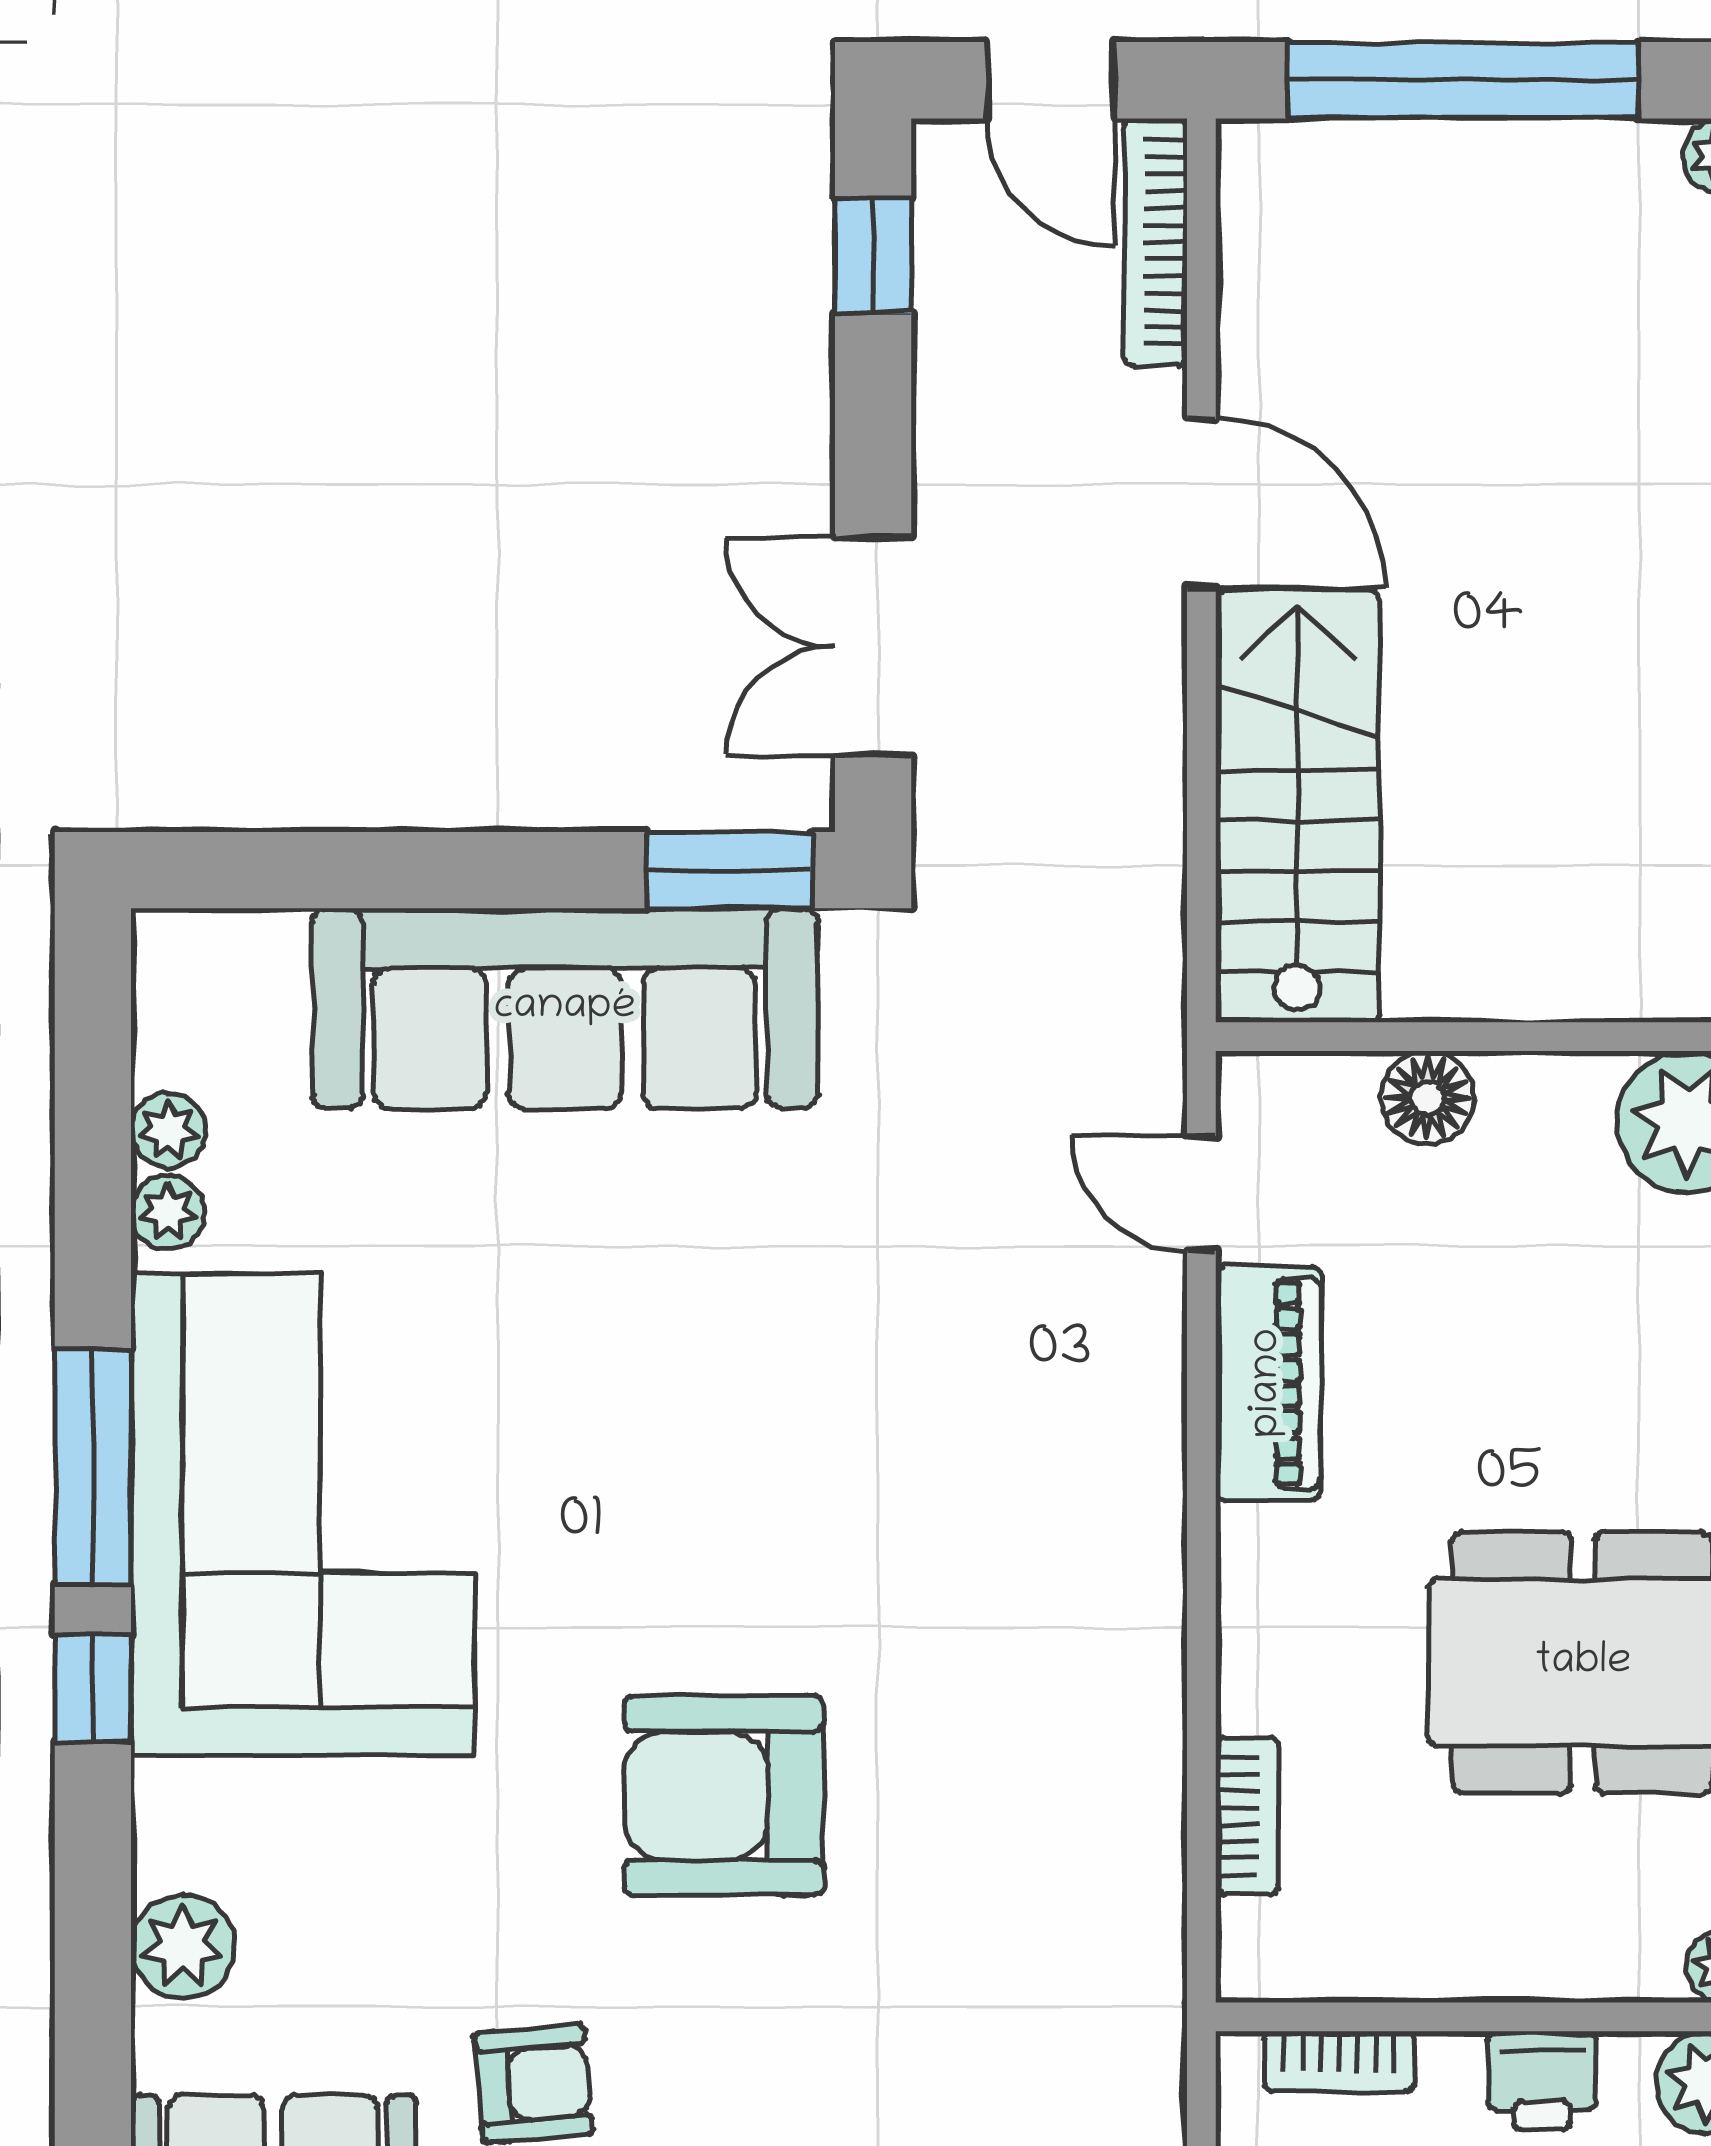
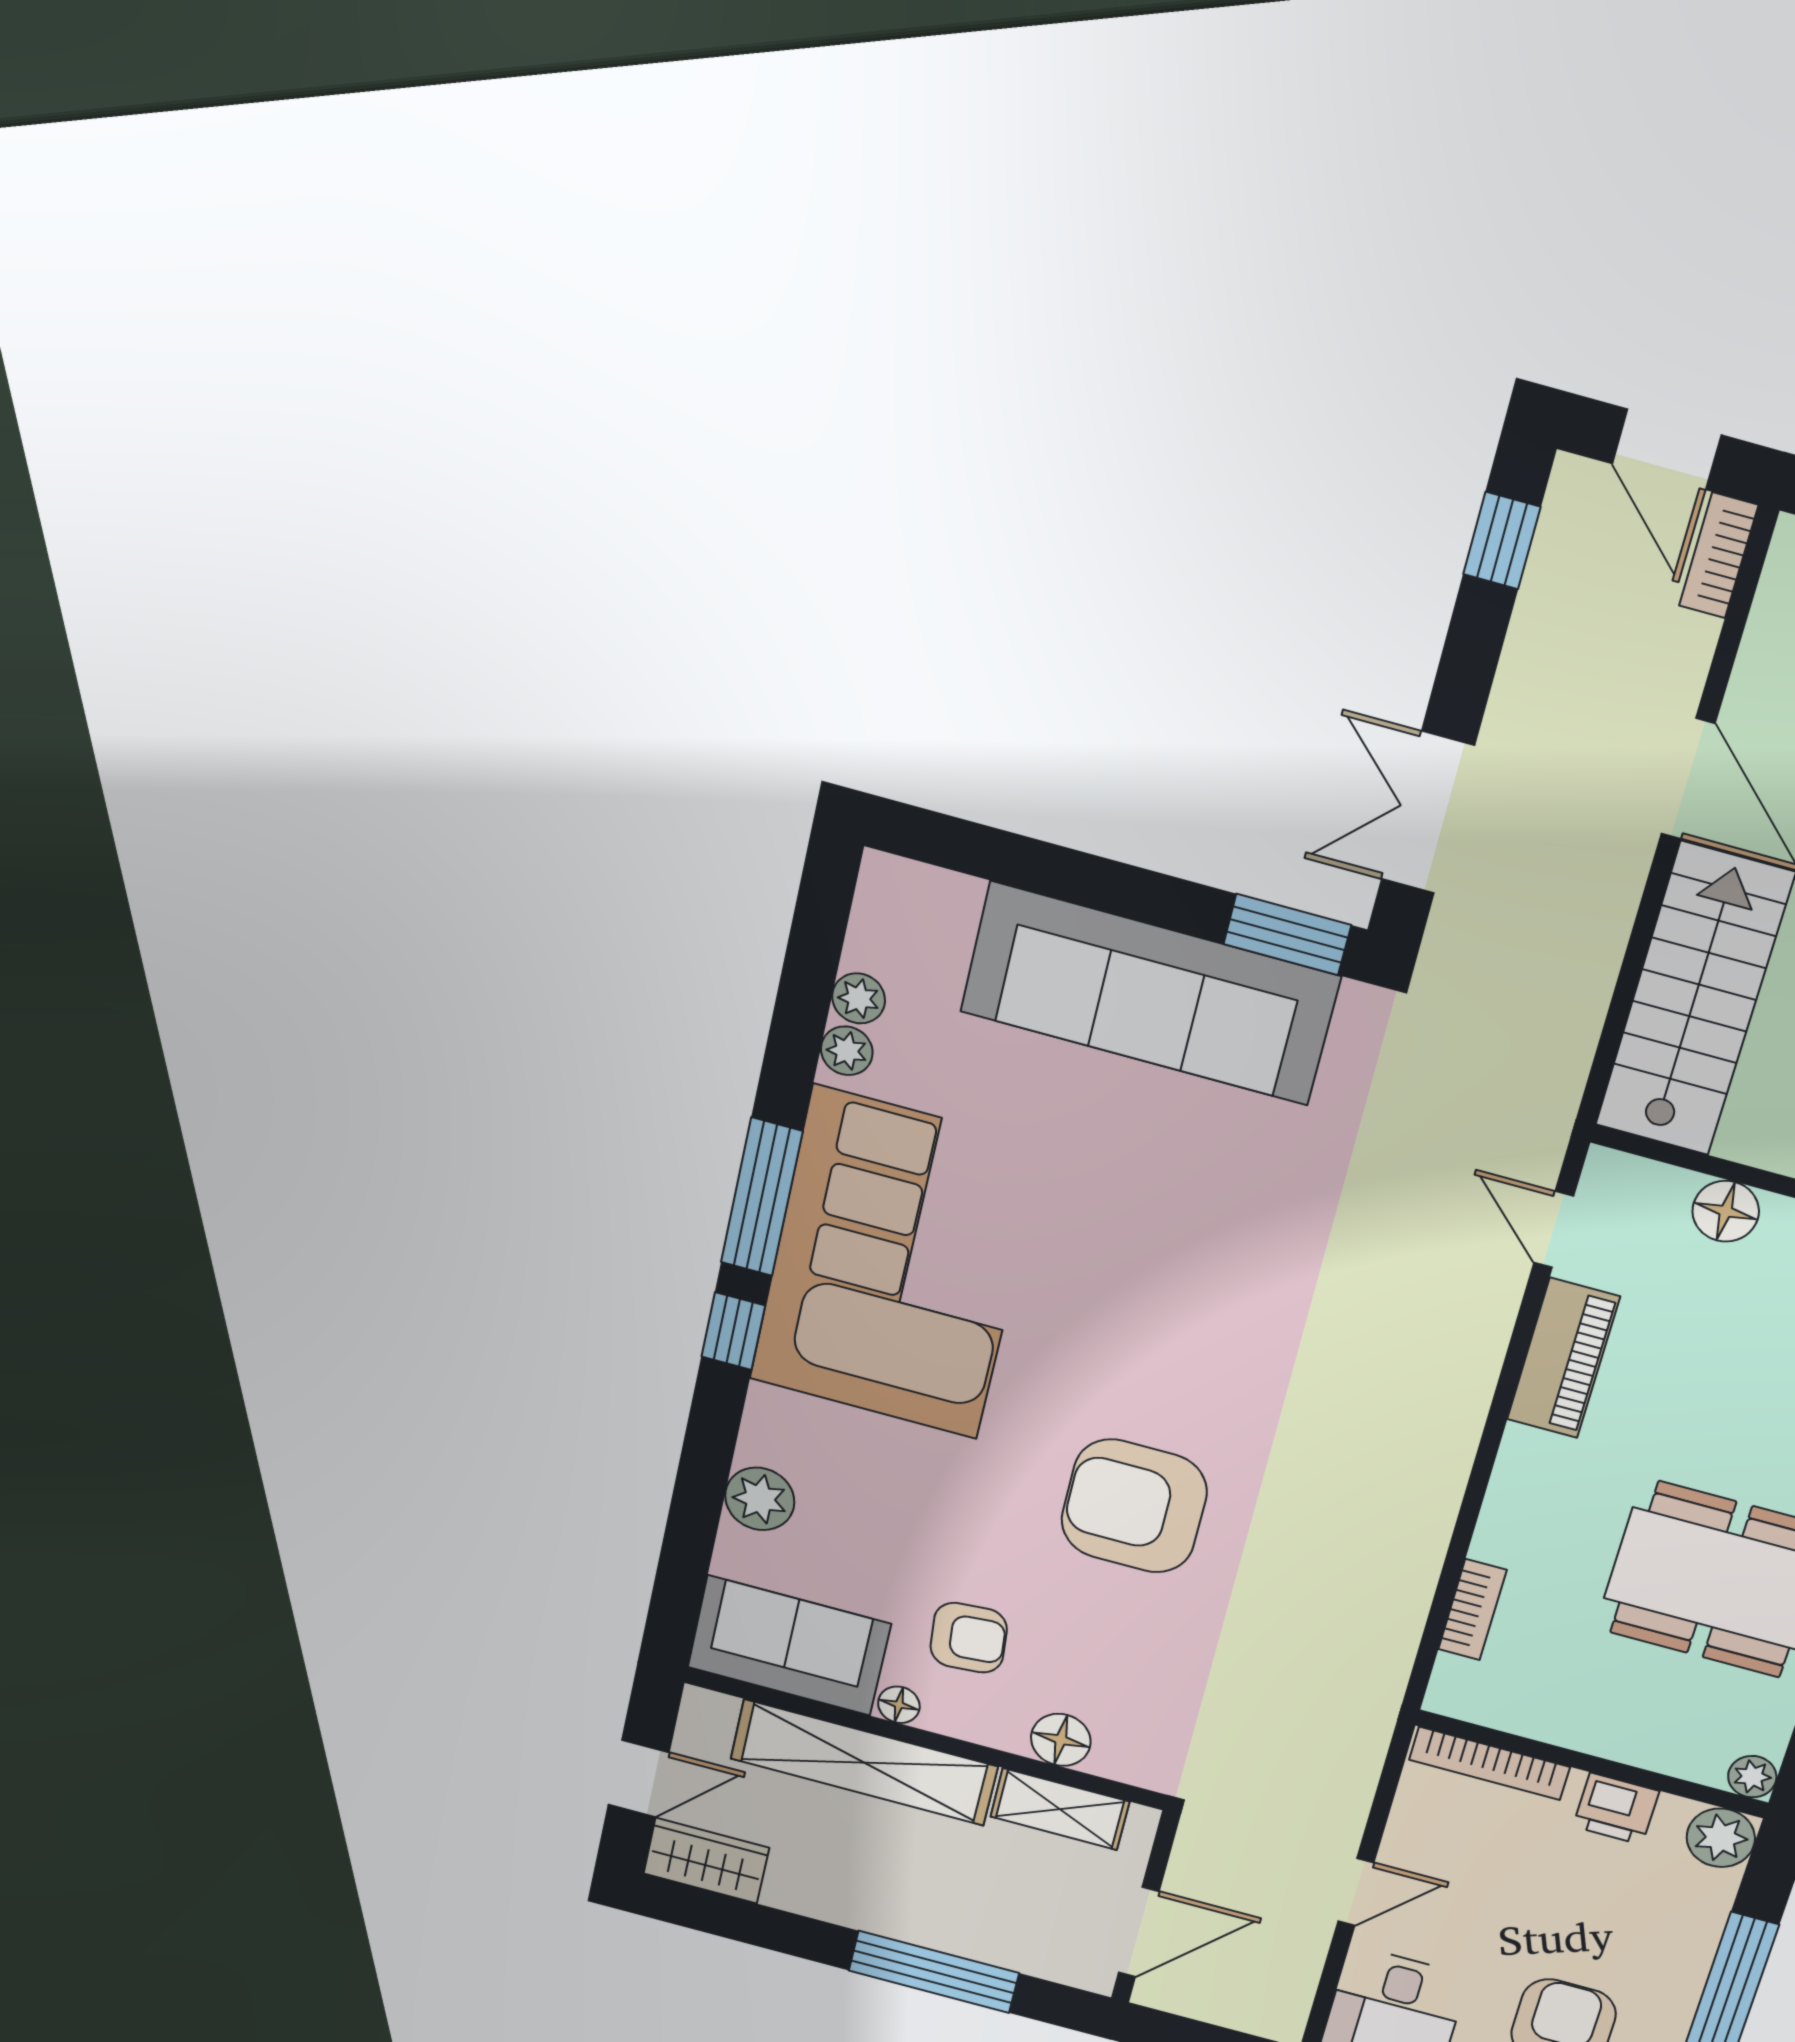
bookcase: (1155, 242) -> (1719, 555), width x0.64
bookcase: (1339, 2061) -> (1489, 1763), width x1.56

